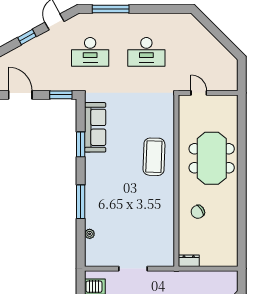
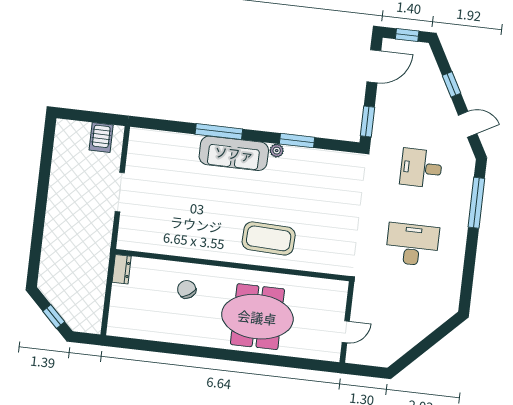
desk: (90, 52) -> (421, 168), width x0.73
desk: (146, 52) -> (412, 245), turned 90
door: (199, 93) -> (346, 332), moved
sofa: (95, 127) -> (234, 153), moved
plant: (90, 234) -> (277, 151), moved

